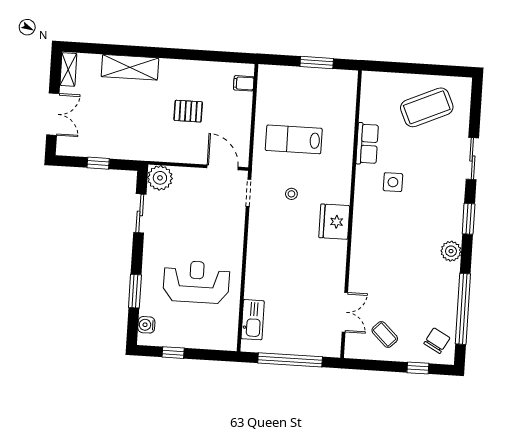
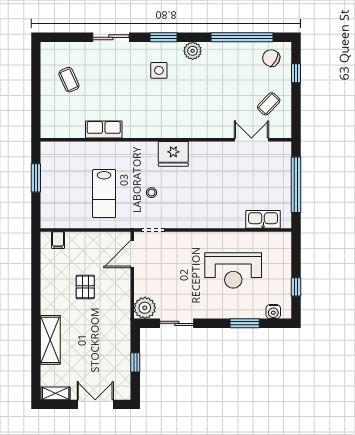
coffee table: (427, 107) -> (69, 80), width x0.54, depth x0.58
side table: (393, 182) -> (159, 70), moved
reception desk: (196, 282) -> (233, 270), turned -90

